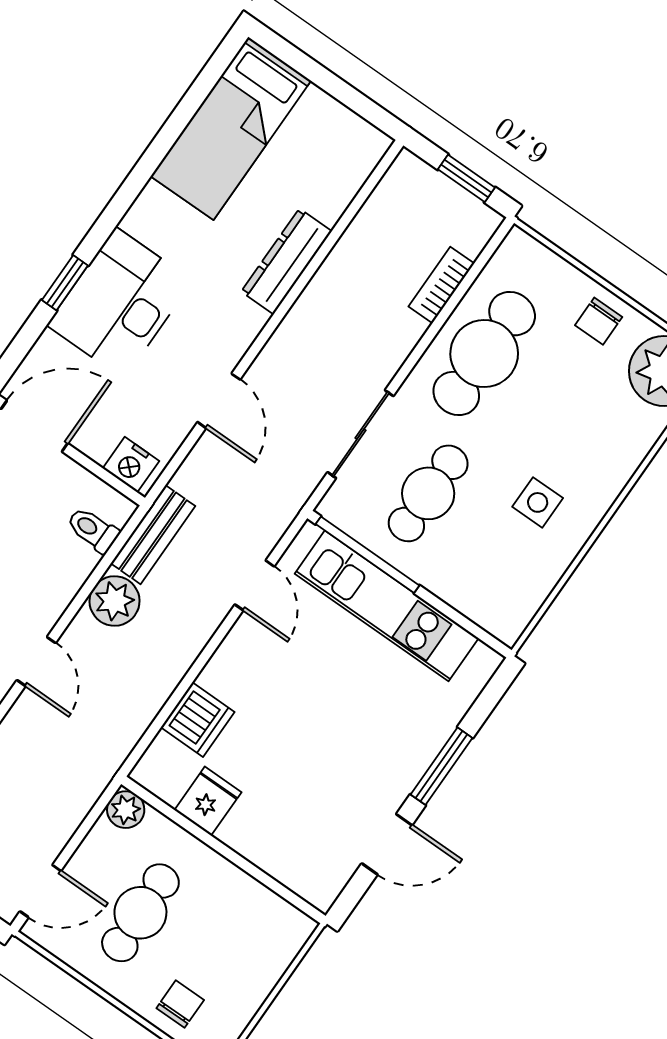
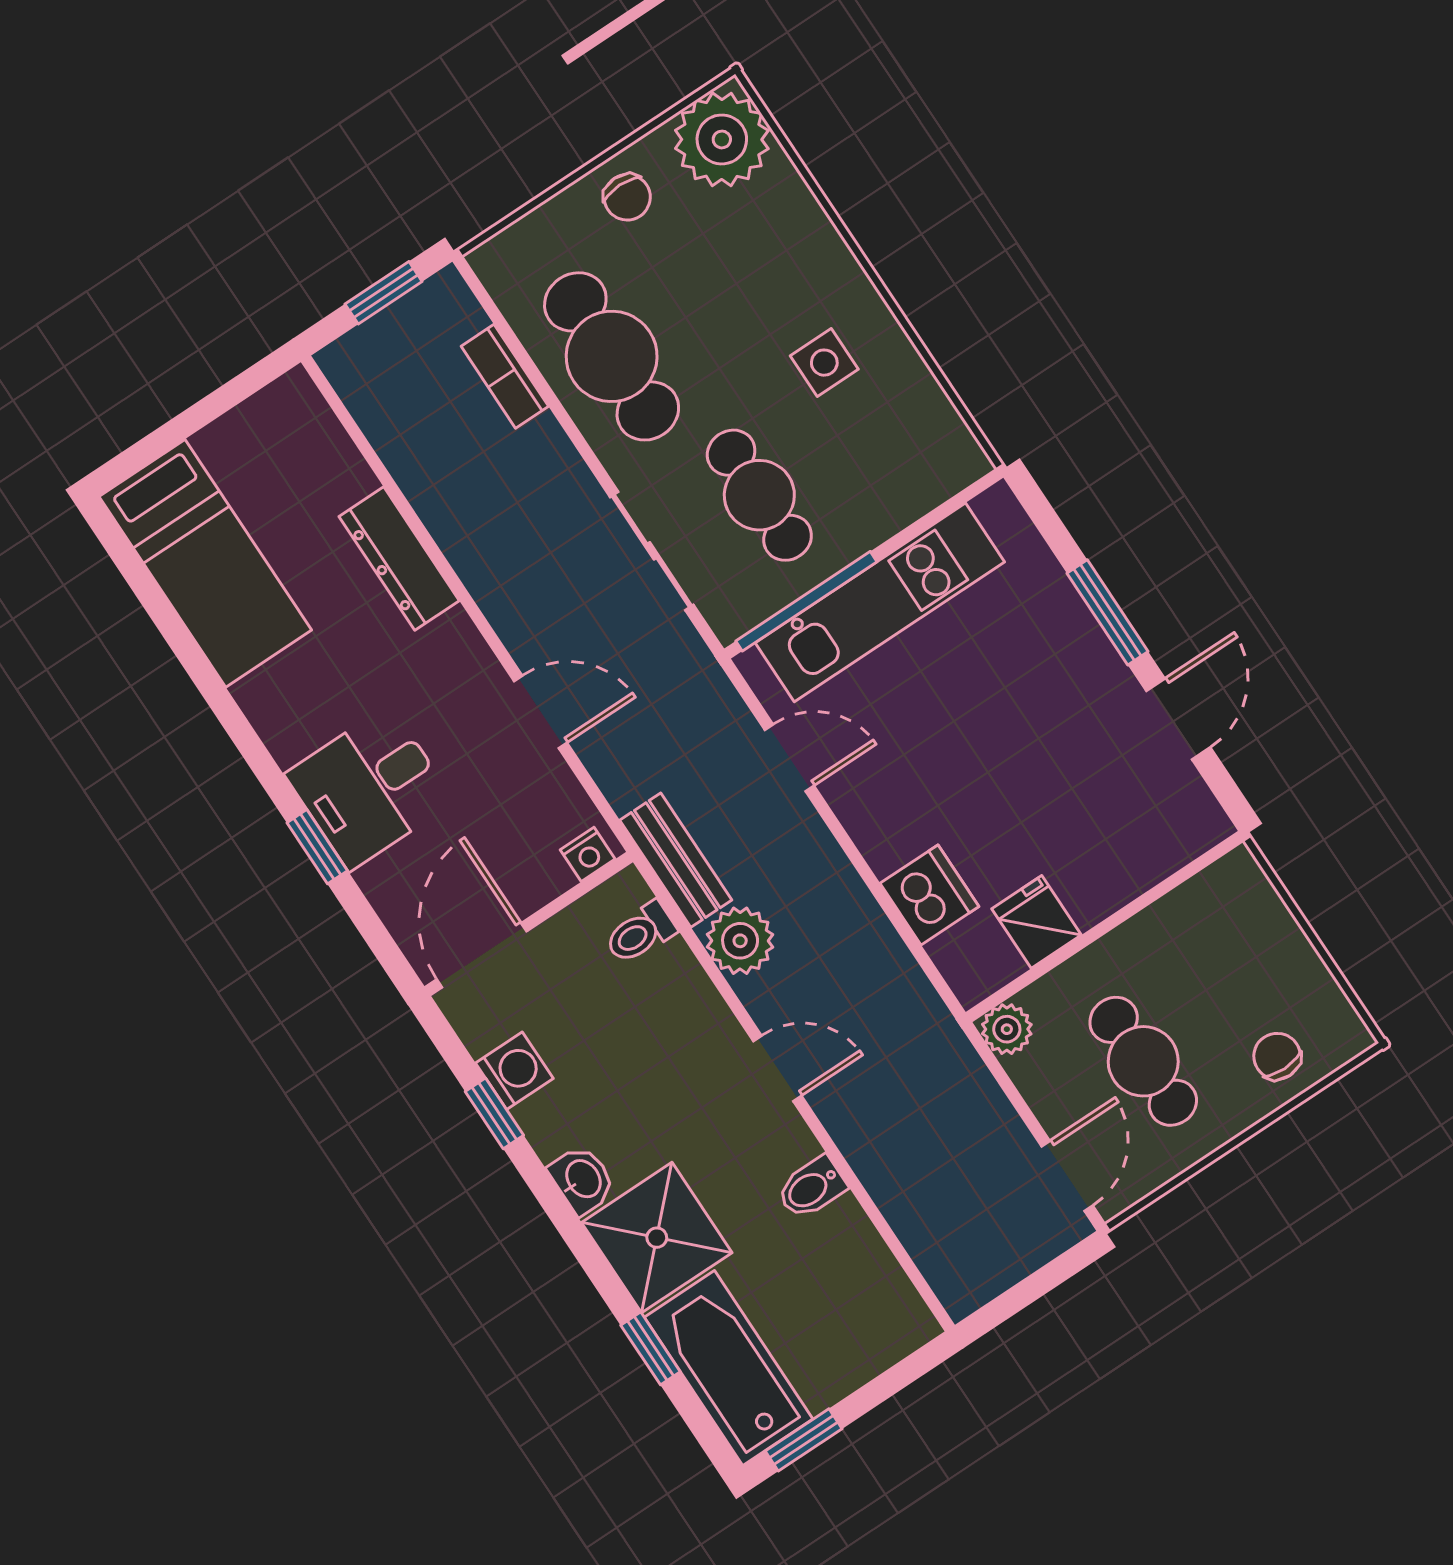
desk: (120, 303) -> (370, 788), width x0.73
nightstand: (131, 465) -> (588, 854), width x0.72, depth x0.74

